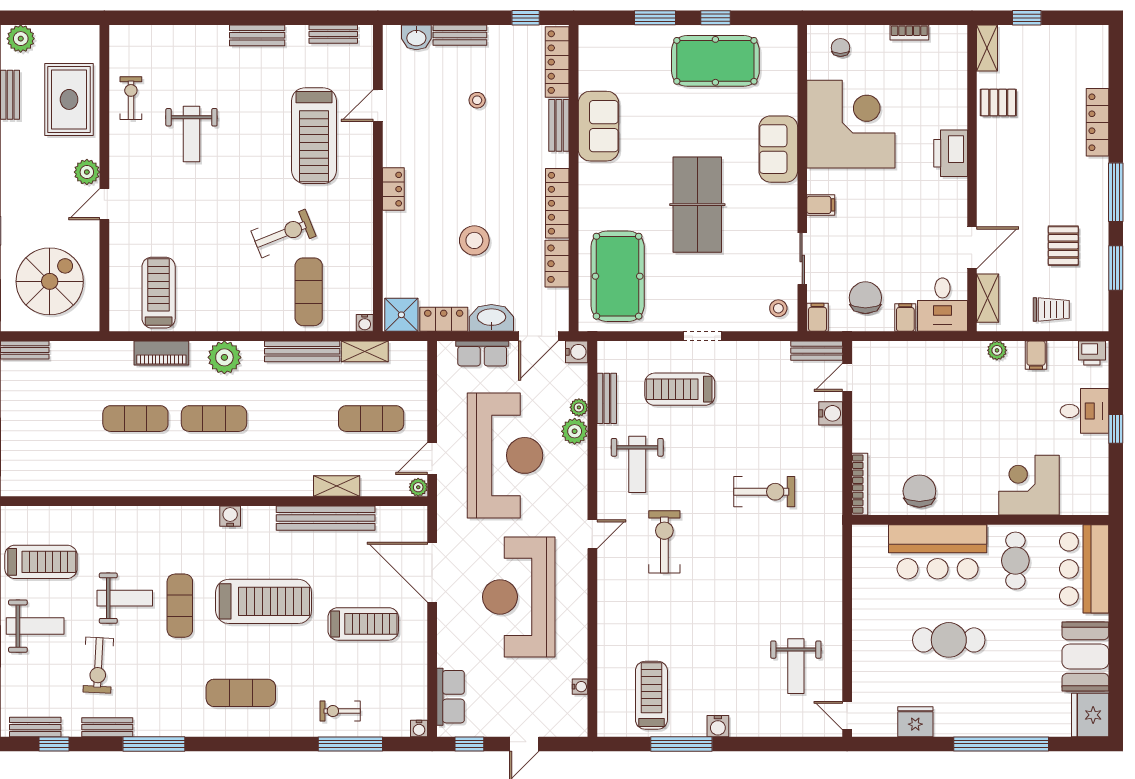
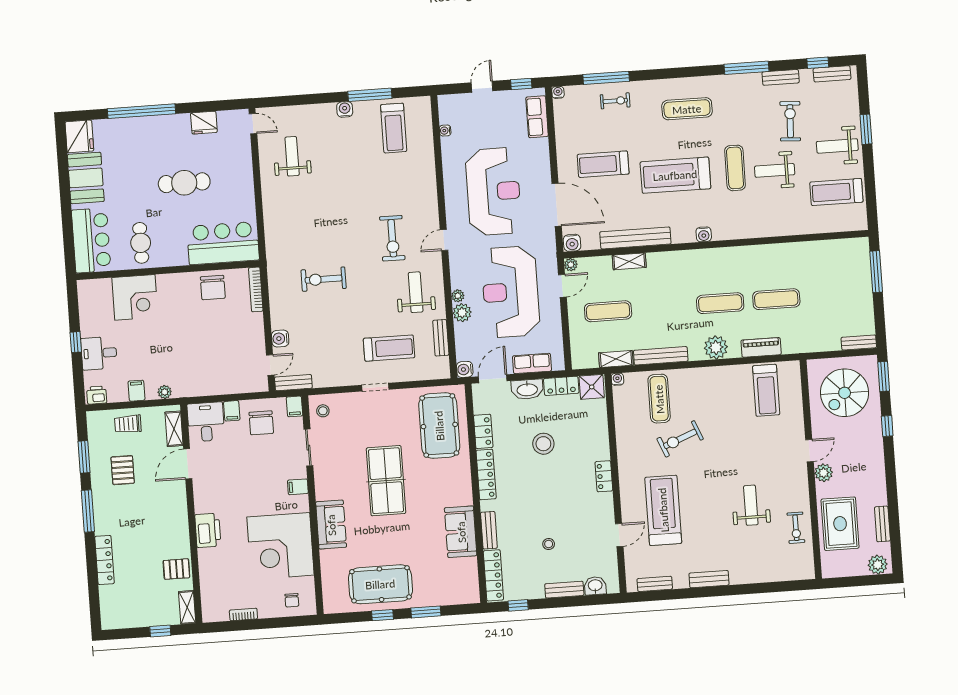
plant: (579, 407) -> (458, 296), moved
water cooler: (414, 518) -> (572, 243), added
bar counter: (938, 552) -> (223, 243), moved

